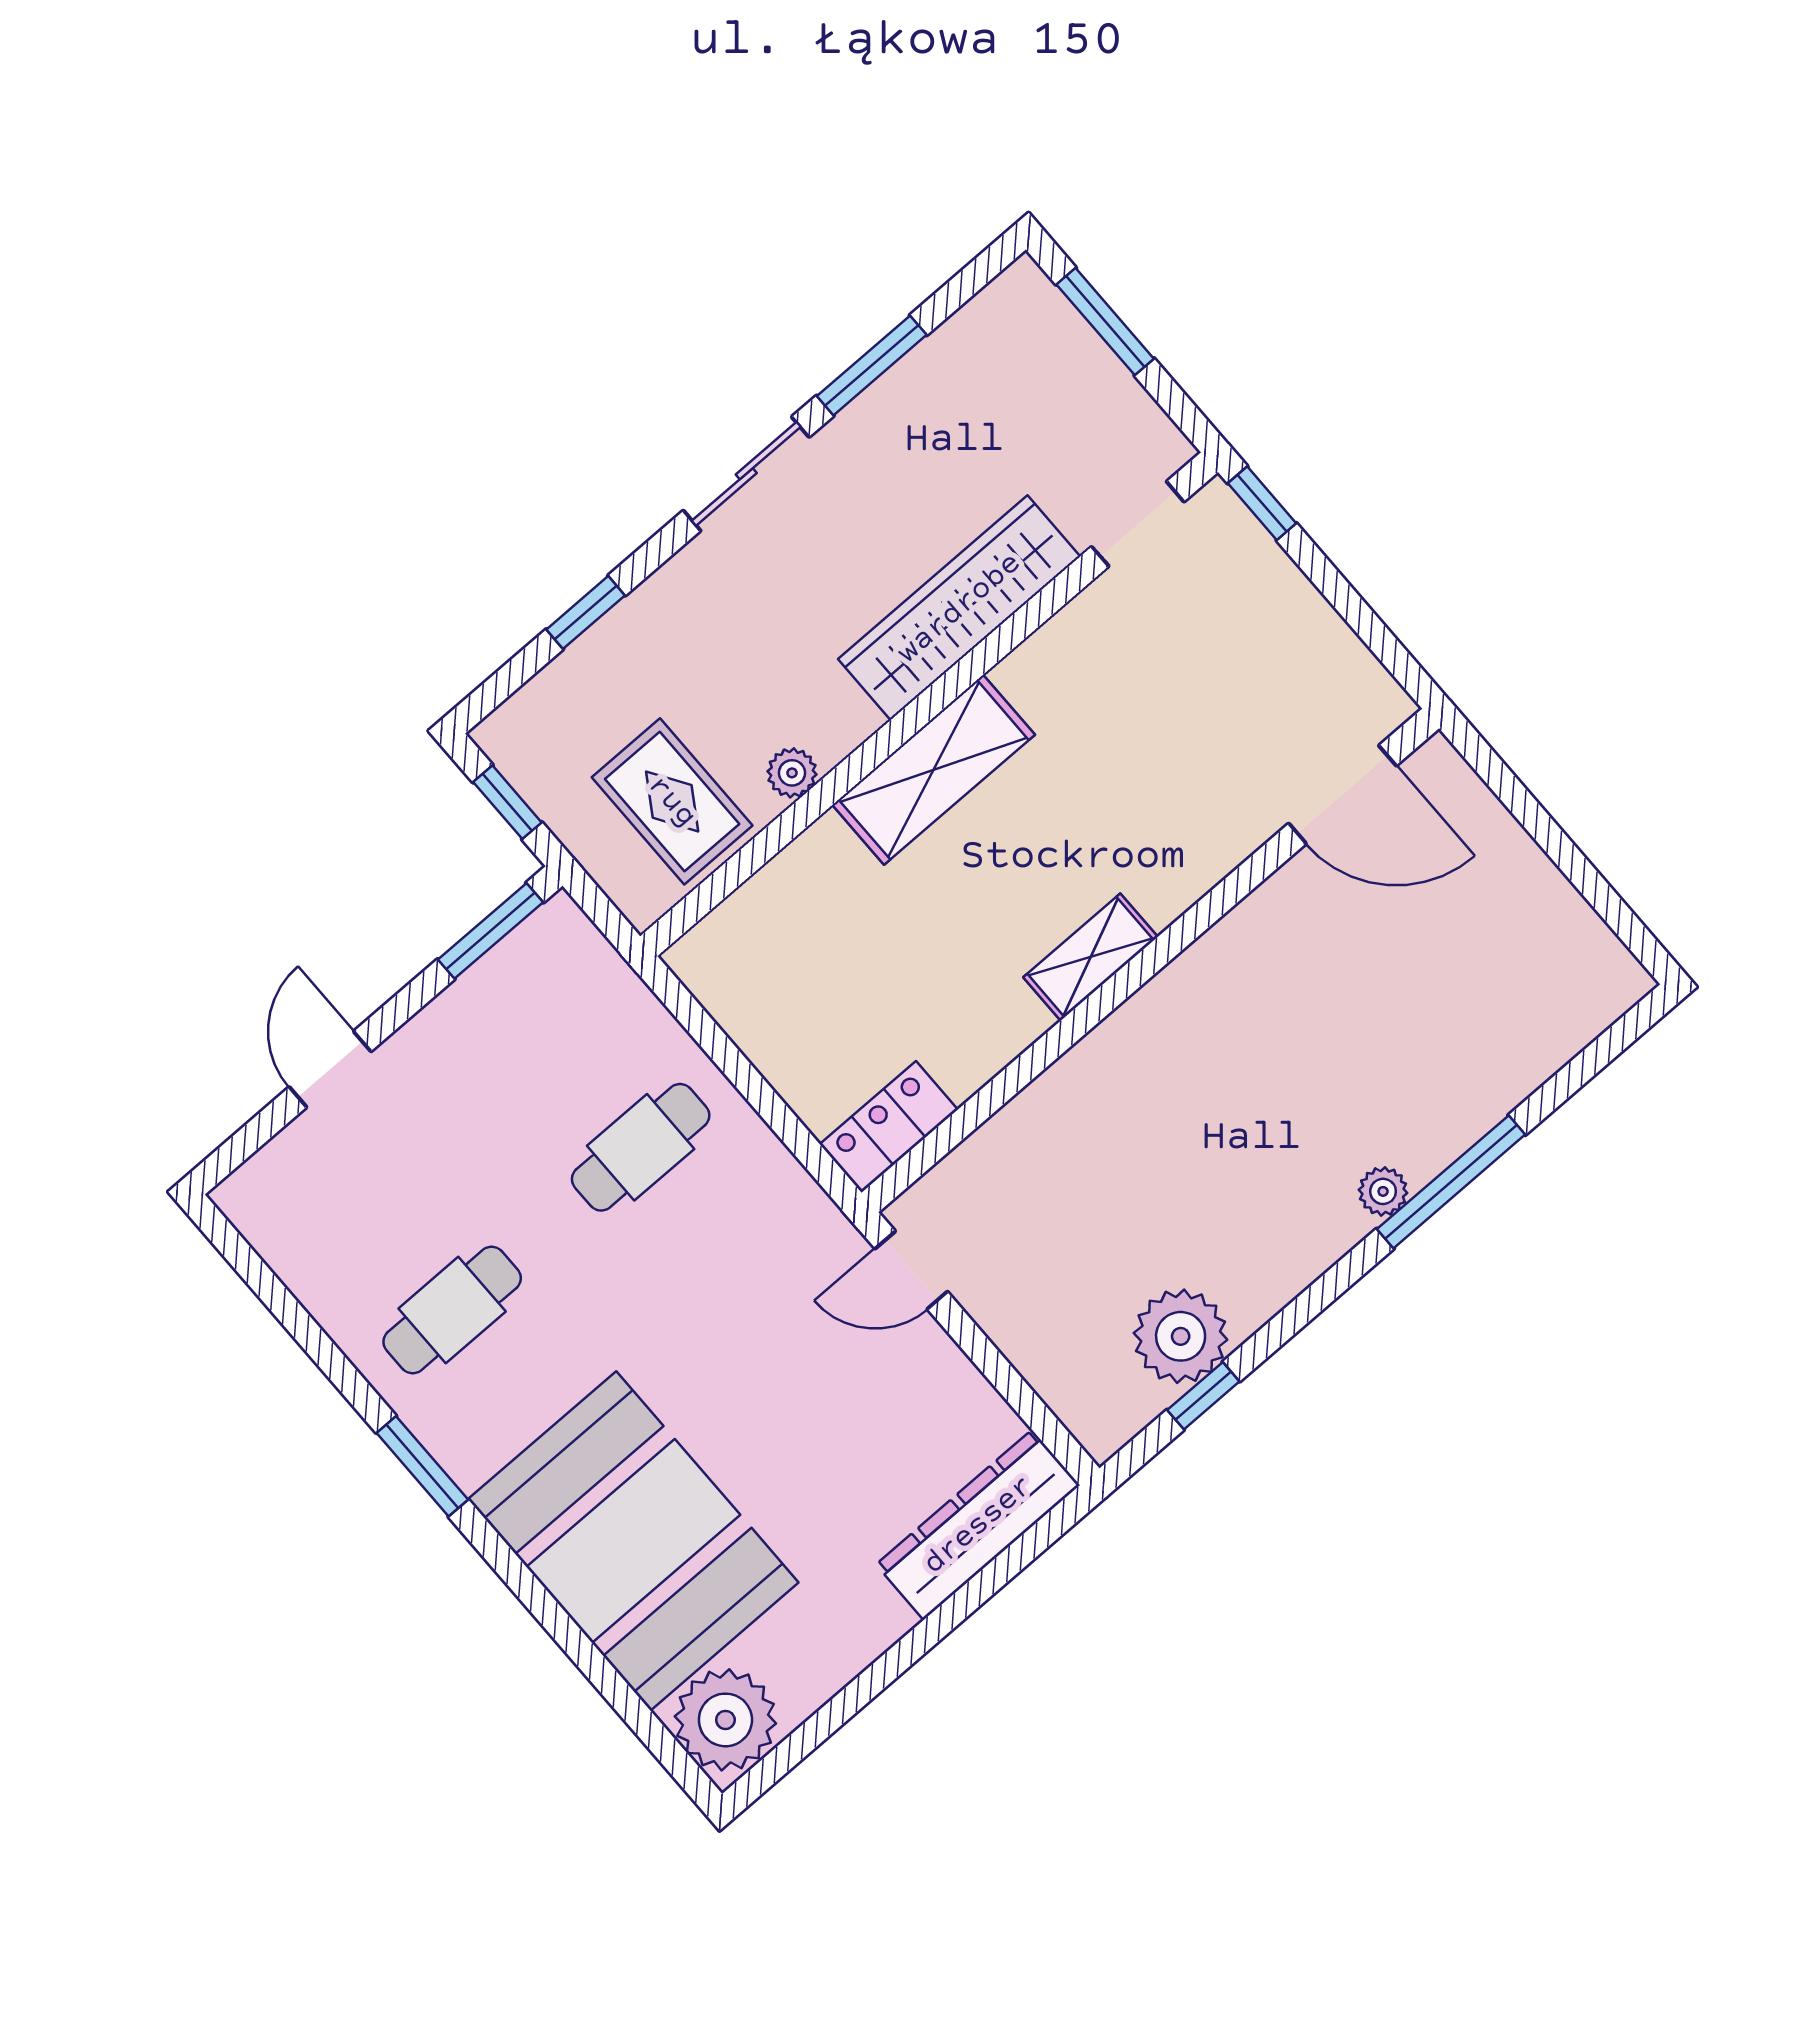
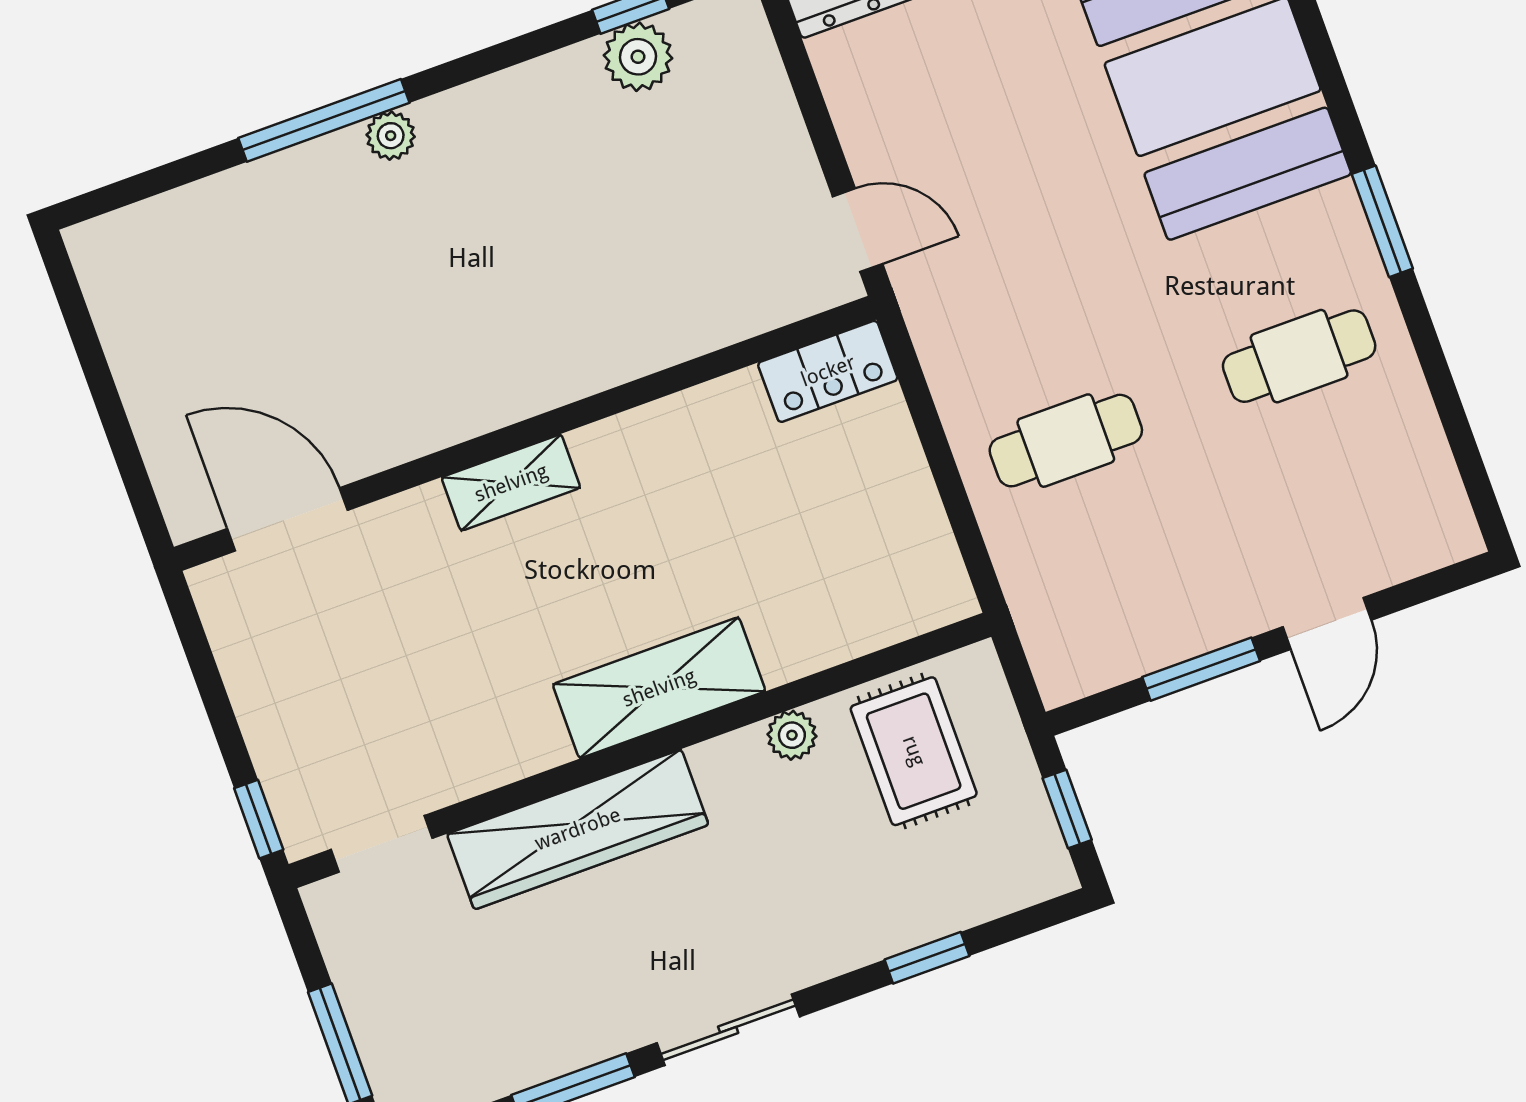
window: (490, 931) -> (1201, 669), moved
shelving: (1091, 957) -> (511, 483), moved
plant: (1181, 1336) -> (638, 57), width x0.73, depth x0.73

